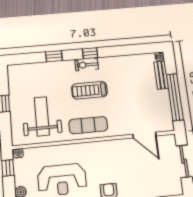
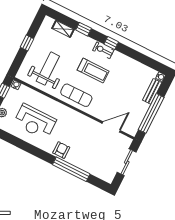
shelving: (33, 68) -> (63, 29), added
treadmill: (89, 90) -> (93, 71), turned 180
door: (144, 135) -> (111, 127), swing flipped

